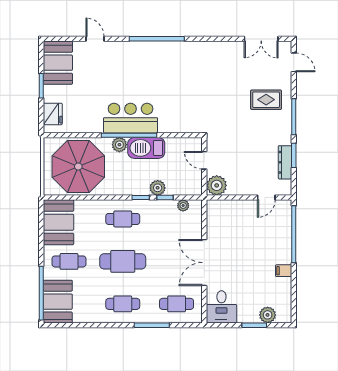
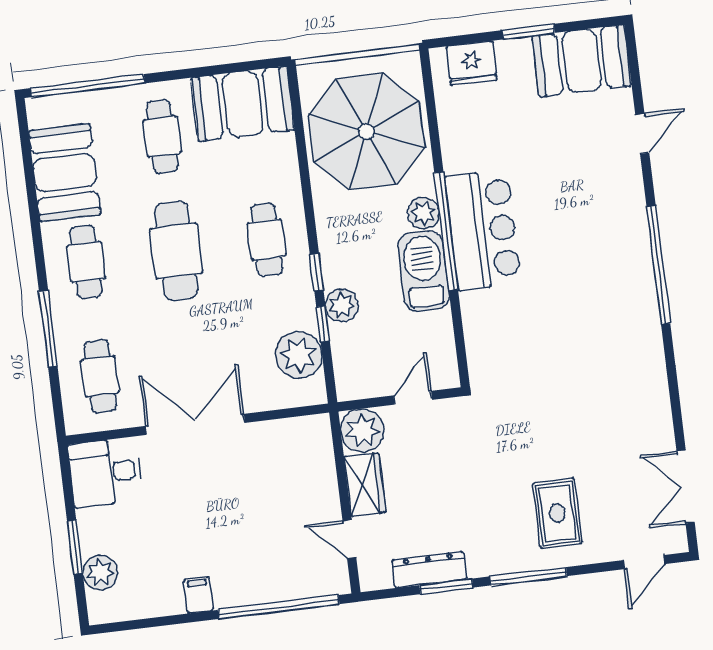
wardrobe: (242, 187) -> (365, 485), added
plant: (183, 206) -> (299, 355), width x1.88, depth x1.88
booth: (58, 302) -> (65, 173), moved, turned 90

